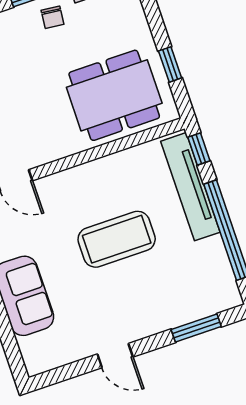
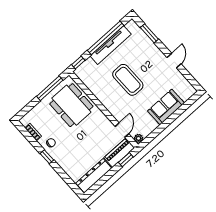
window: (170, 64) -> (50, 88), width x2.17
tv unit: (190, 187) -> (111, 45), moved

